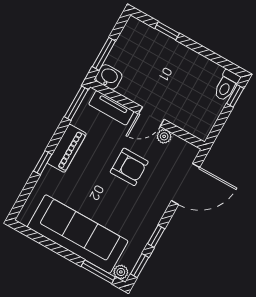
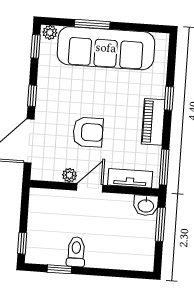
window: (167, 31) -> (59, 269), moved
toilet: (226, 86) -> (76, 252), moved
armchair: (129, 167) -> (88, 132), turned 180
window: (156, 236) -> (32, 96), moved
window: (98, 272) -> (92, 24), moved

